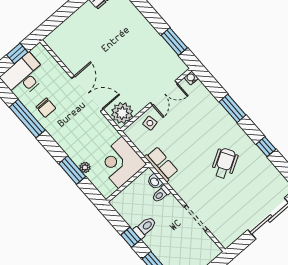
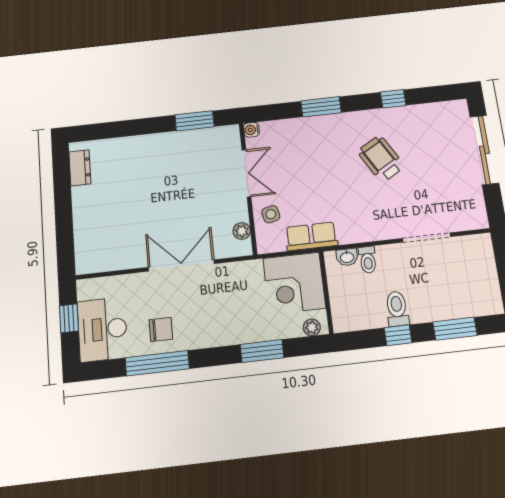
plant: (122, 113) -> (242, 231), width x0.53, depth x0.53
row of seats: (161, 164) -> (311, 236), moved
plant: (85, 167) -> (312, 327), moved

